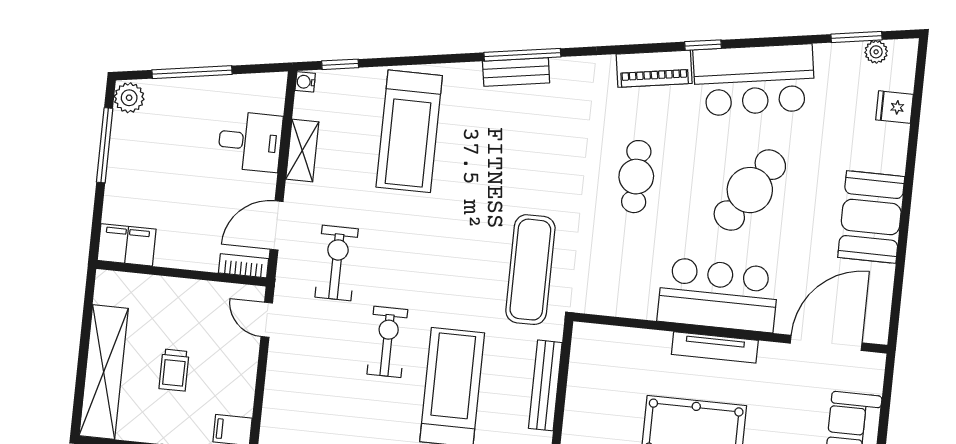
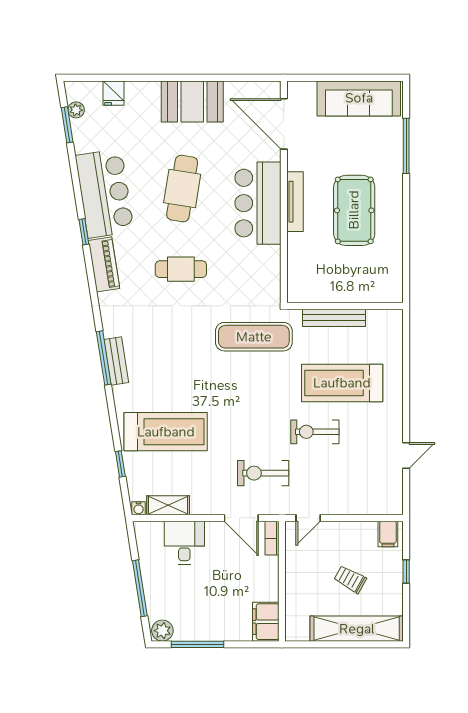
window: (340, 64) -> (120, 464), moved
shelving: (302, 151) -> (168, 505), moved
cafe table: (750, 190) -> (182, 189), turned 66
trolley: (174, 370) -> (350, 579), turned -151

